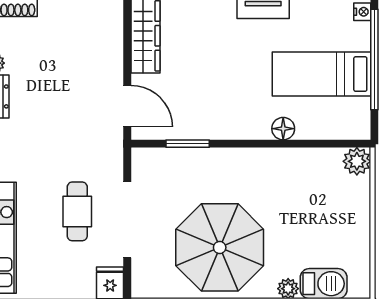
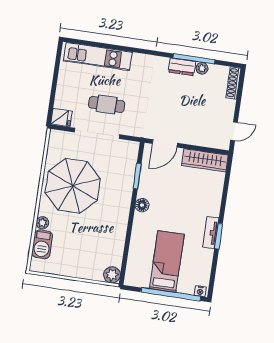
floor lamp: (283, 129) -> (142, 205), moved

